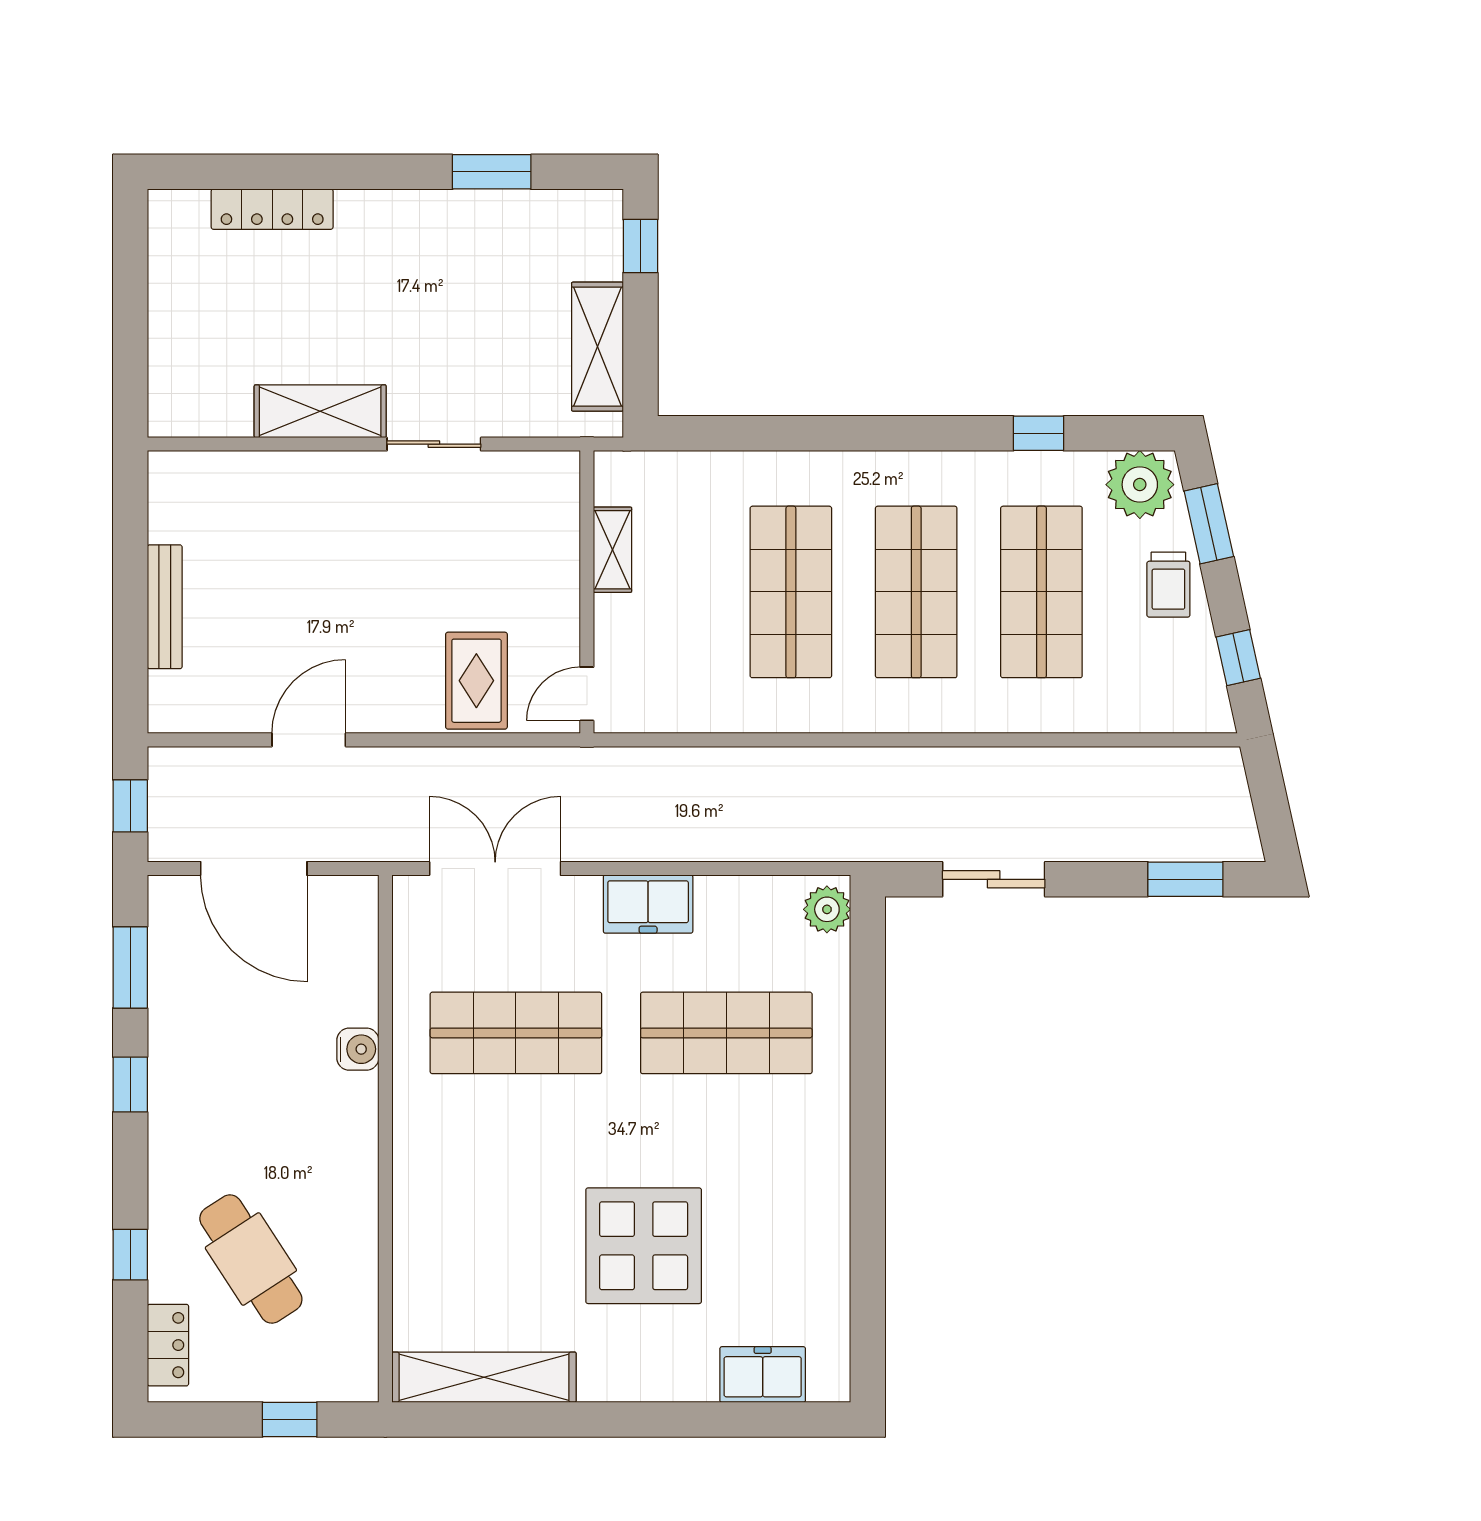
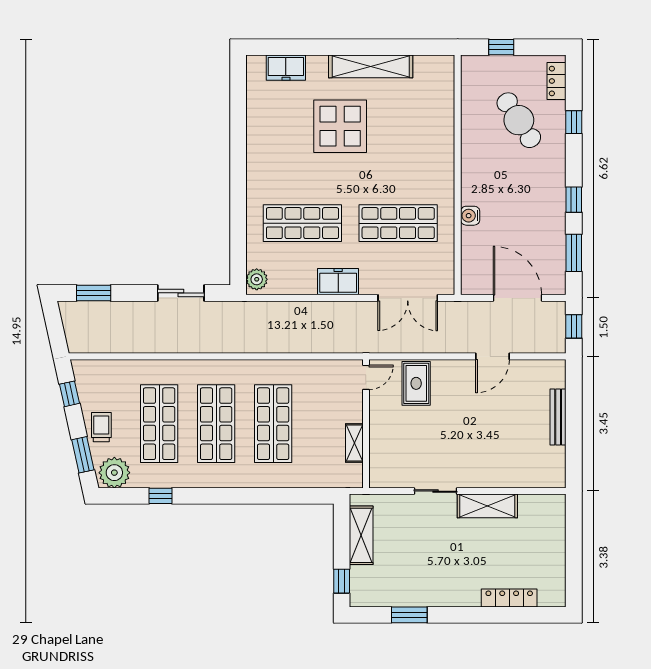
shelving: (484, 1377) -> (371, 66), moved

